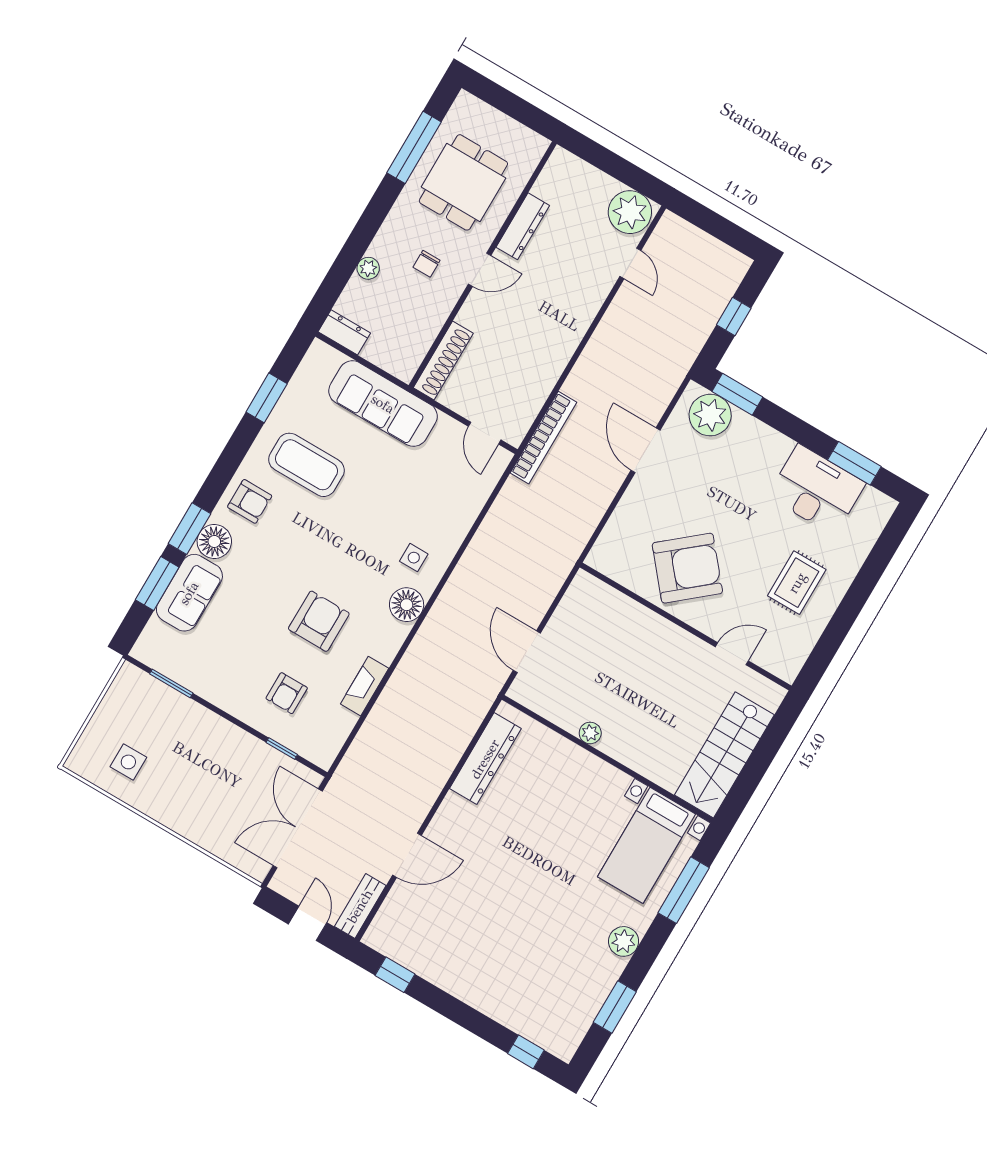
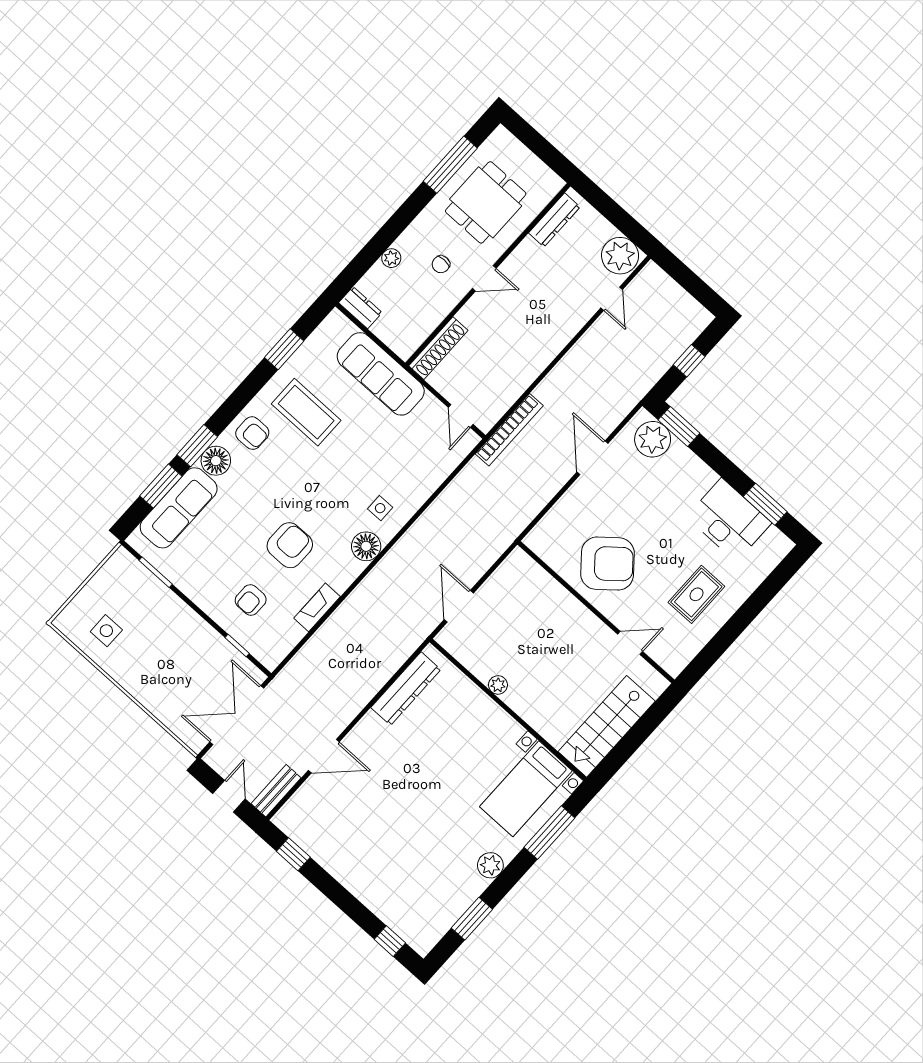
dresser: (523, 226) -> (554, 220), moved
sofa: (189, 593) -> (179, 508), width x1.36

